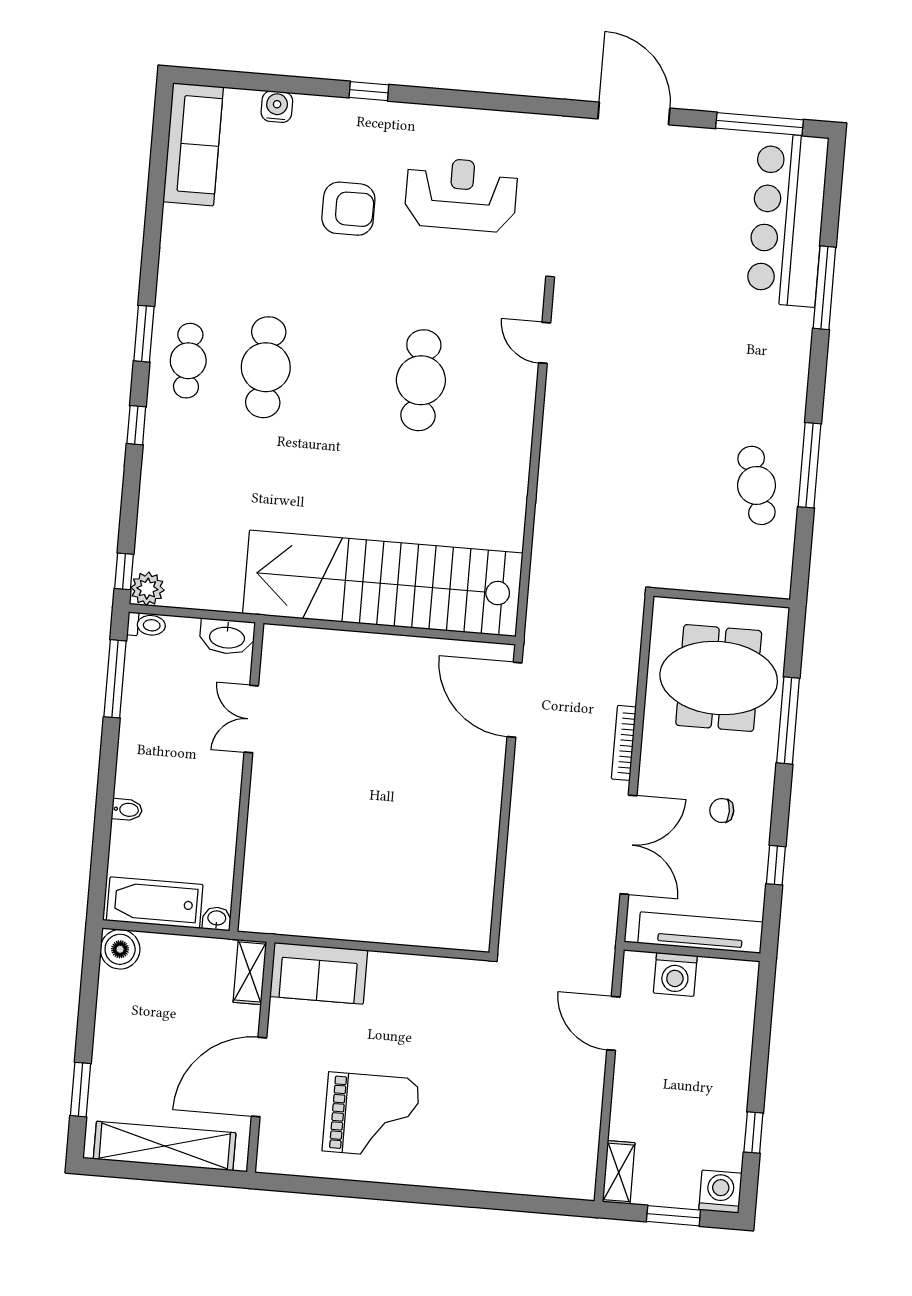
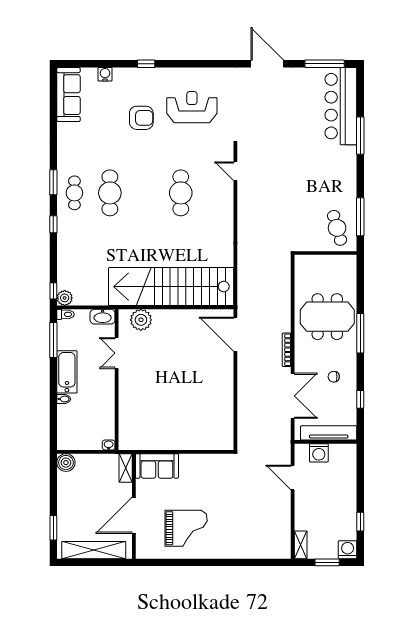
wall: (722, 598) -> (326, 253), moved
plant: (310, 651) -> (141, 320), added
bathtub: (155, 903) -> (67, 372), moved, turned 90

